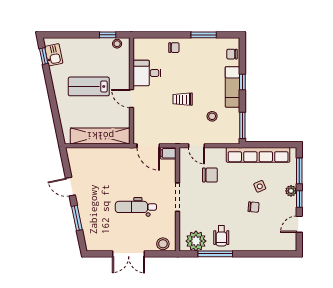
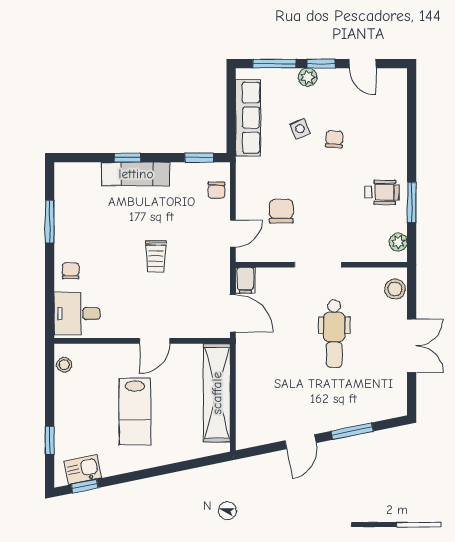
window: (108, 35) -> (50, 440), moved
chair: (232, 54) -> (216, 190), moved
desk: (147, 73) -> (77, 314), moved, turned 90
stool: (212, 116) -> (184, 208), removed
window: (242, 125) -> (199, 158), width x0.67
door: (148, 146) -> (233, 313), hinge flipped
row of seats: (258, 155) -> (248, 118), width x0.73
plant: (196, 241) -> (398, 242), width x0.53, depth x0.53
window: (215, 254) -> (412, 202), width x0.69

